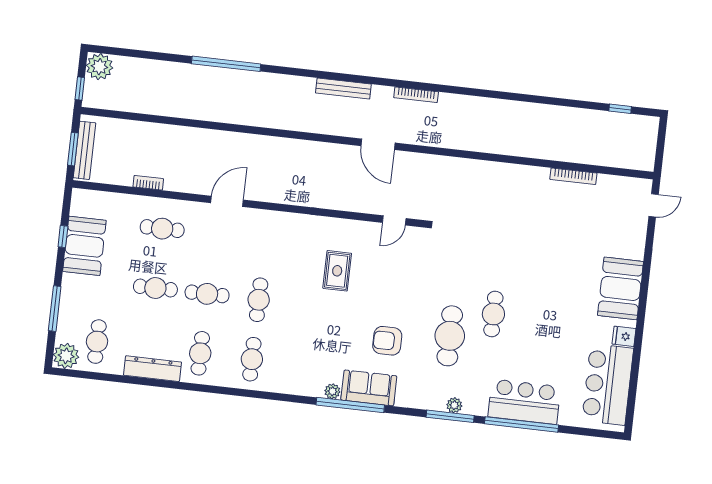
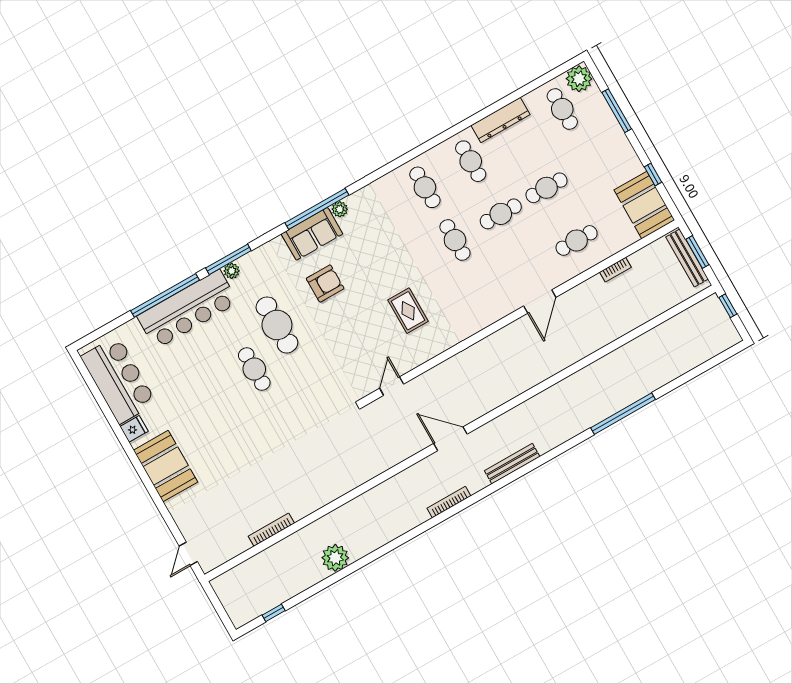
plant: (99, 67) -> (335, 558), moved
booth: (84, 246) -> (644, 205), moved
bar counter: (524, 402) -> (188, 309), width x1.36

